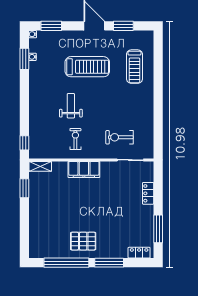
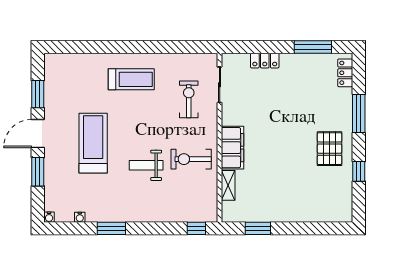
window: (51, 26) -> (38, 172), moved
window: (24, 59) -> (111, 228), moved
treadmill: (134, 67) -> (131, 79), moved
exercise bike: (119, 137) -> (189, 99), turned 180
exercise bike: (75, 139) -> (191, 159), width x1.38, depth x1.39
shelving: (40, 166) -> (228, 185), moved
window: (66, 263) -> (359, 171), width x0.32

